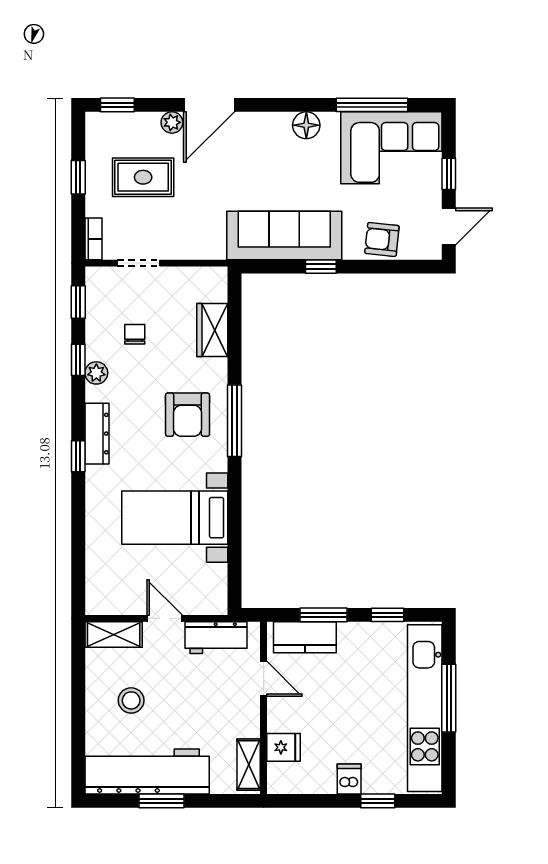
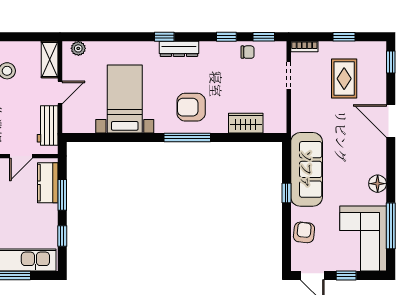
plant: (172, 122) -> (379, 97), removed
chair: (135, 334) -> (248, 52), moved
plant: (96, 373) -> (78, 48), moved

